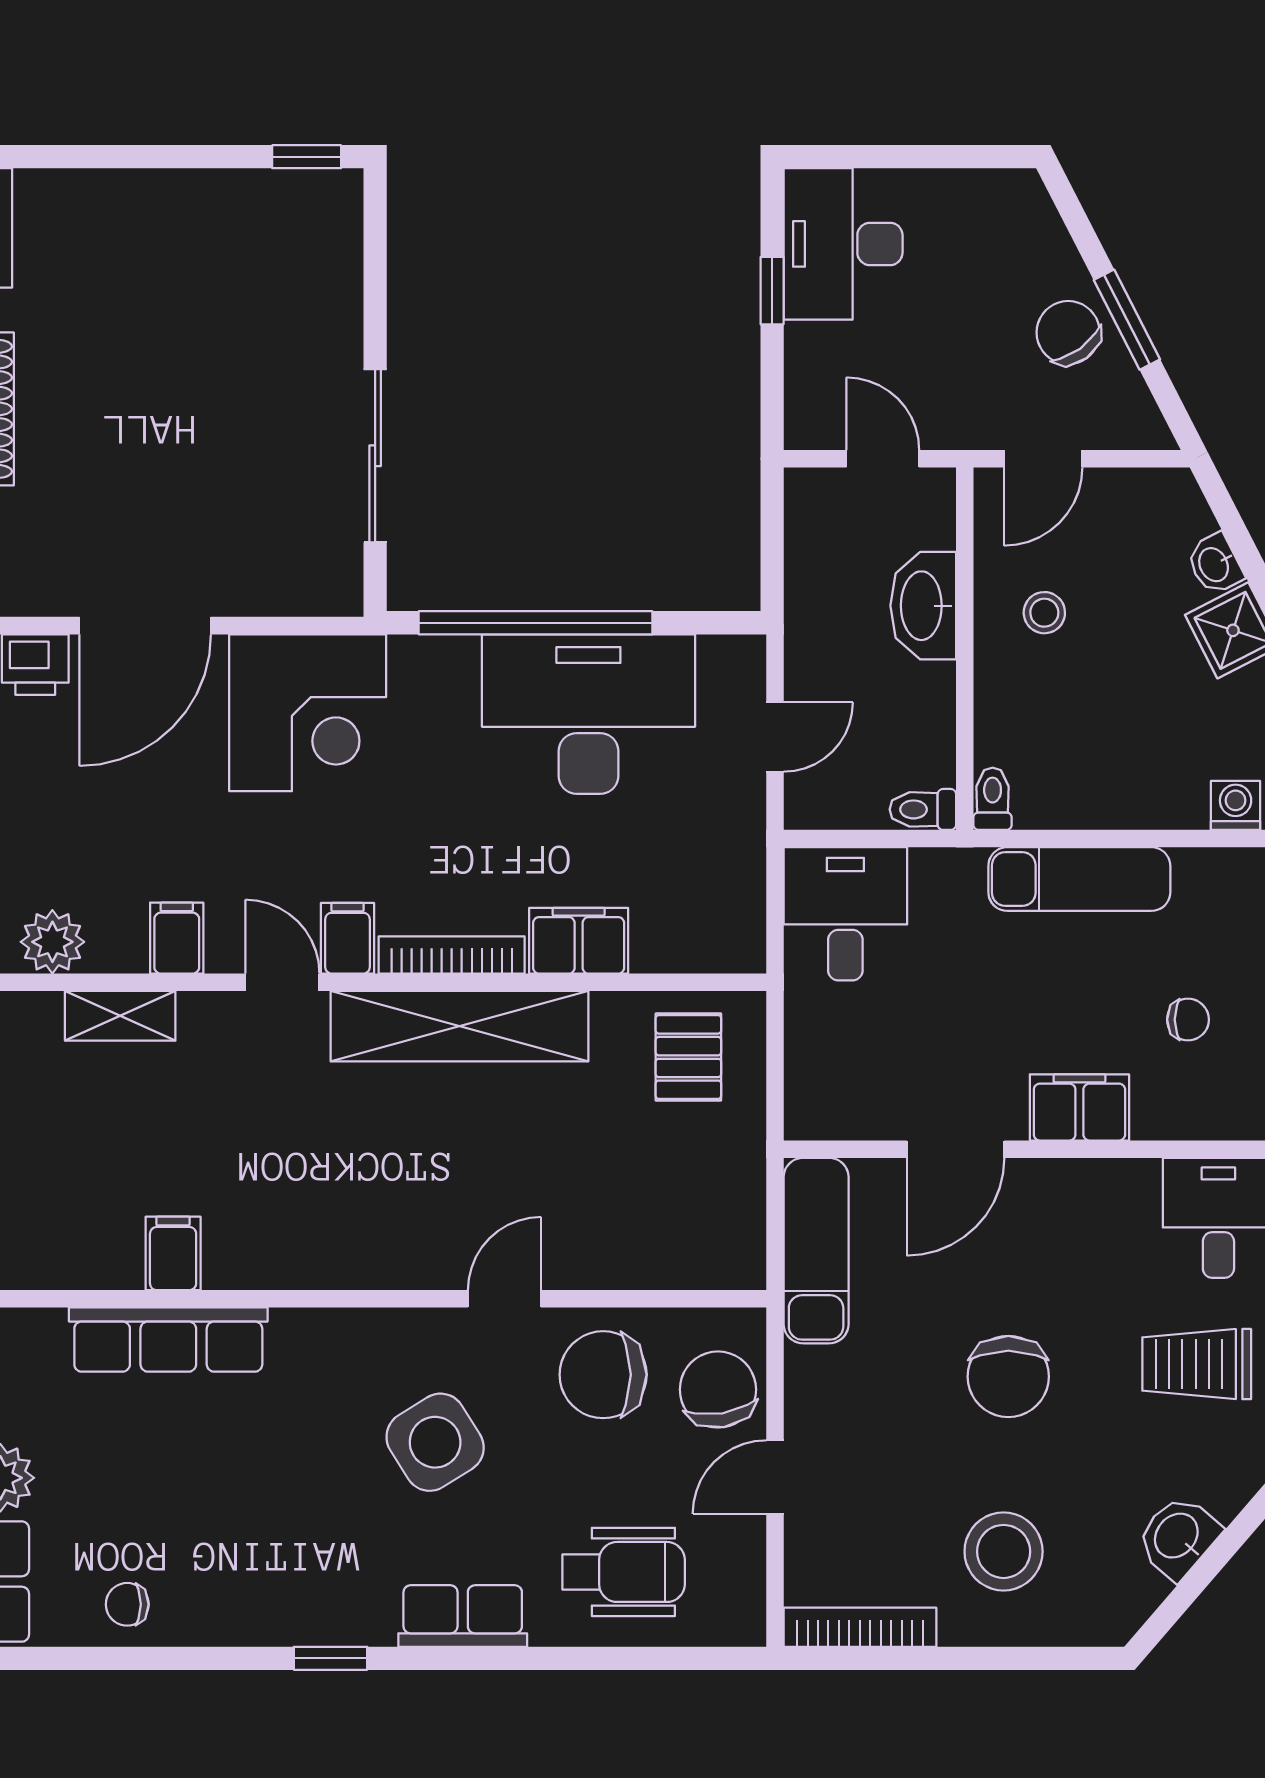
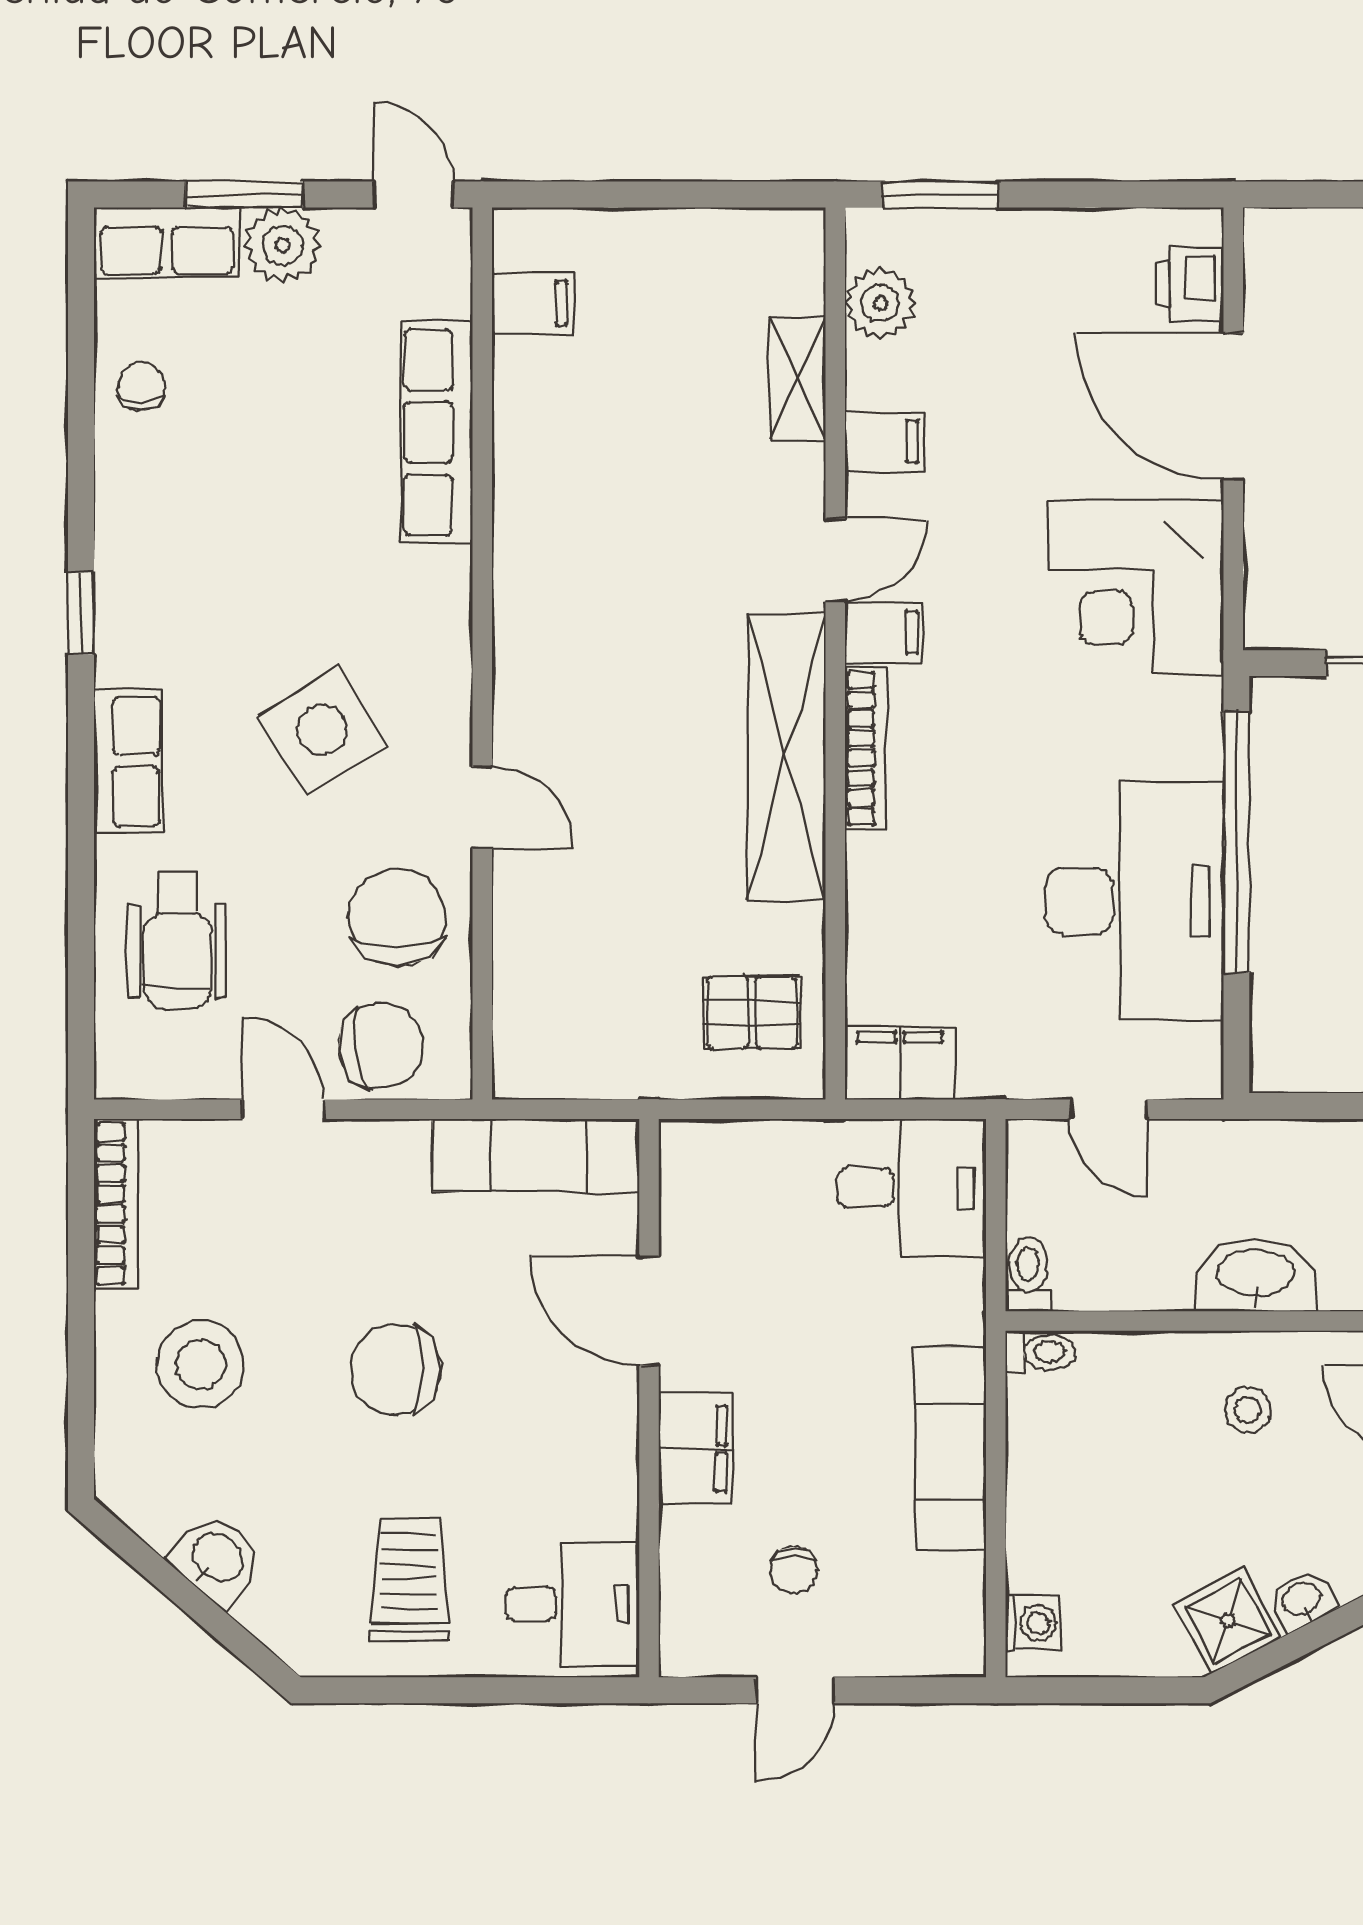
filing cabinet: (579, 941) -> (900, 1063), moved, turned -90
filing cabinet: (173, 1253) -> (533, 303), moved

